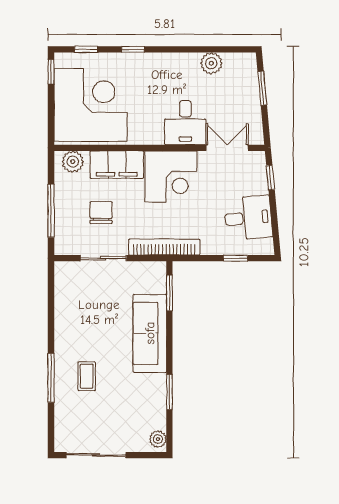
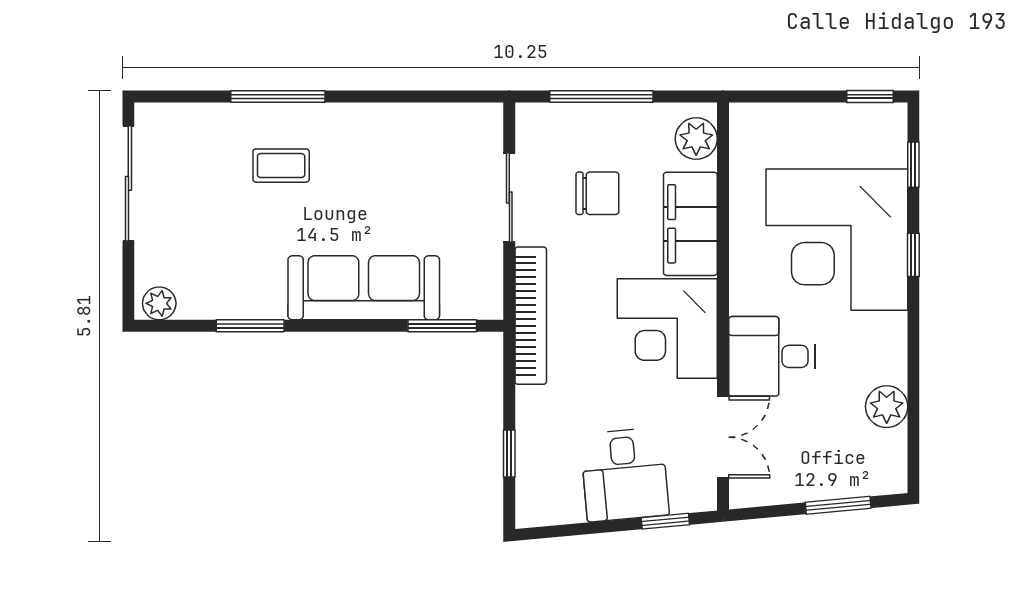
corner desk: (91, 105) -> (837, 240), moved, turned 90
desk: (248, 218) -> (625, 475), moved

